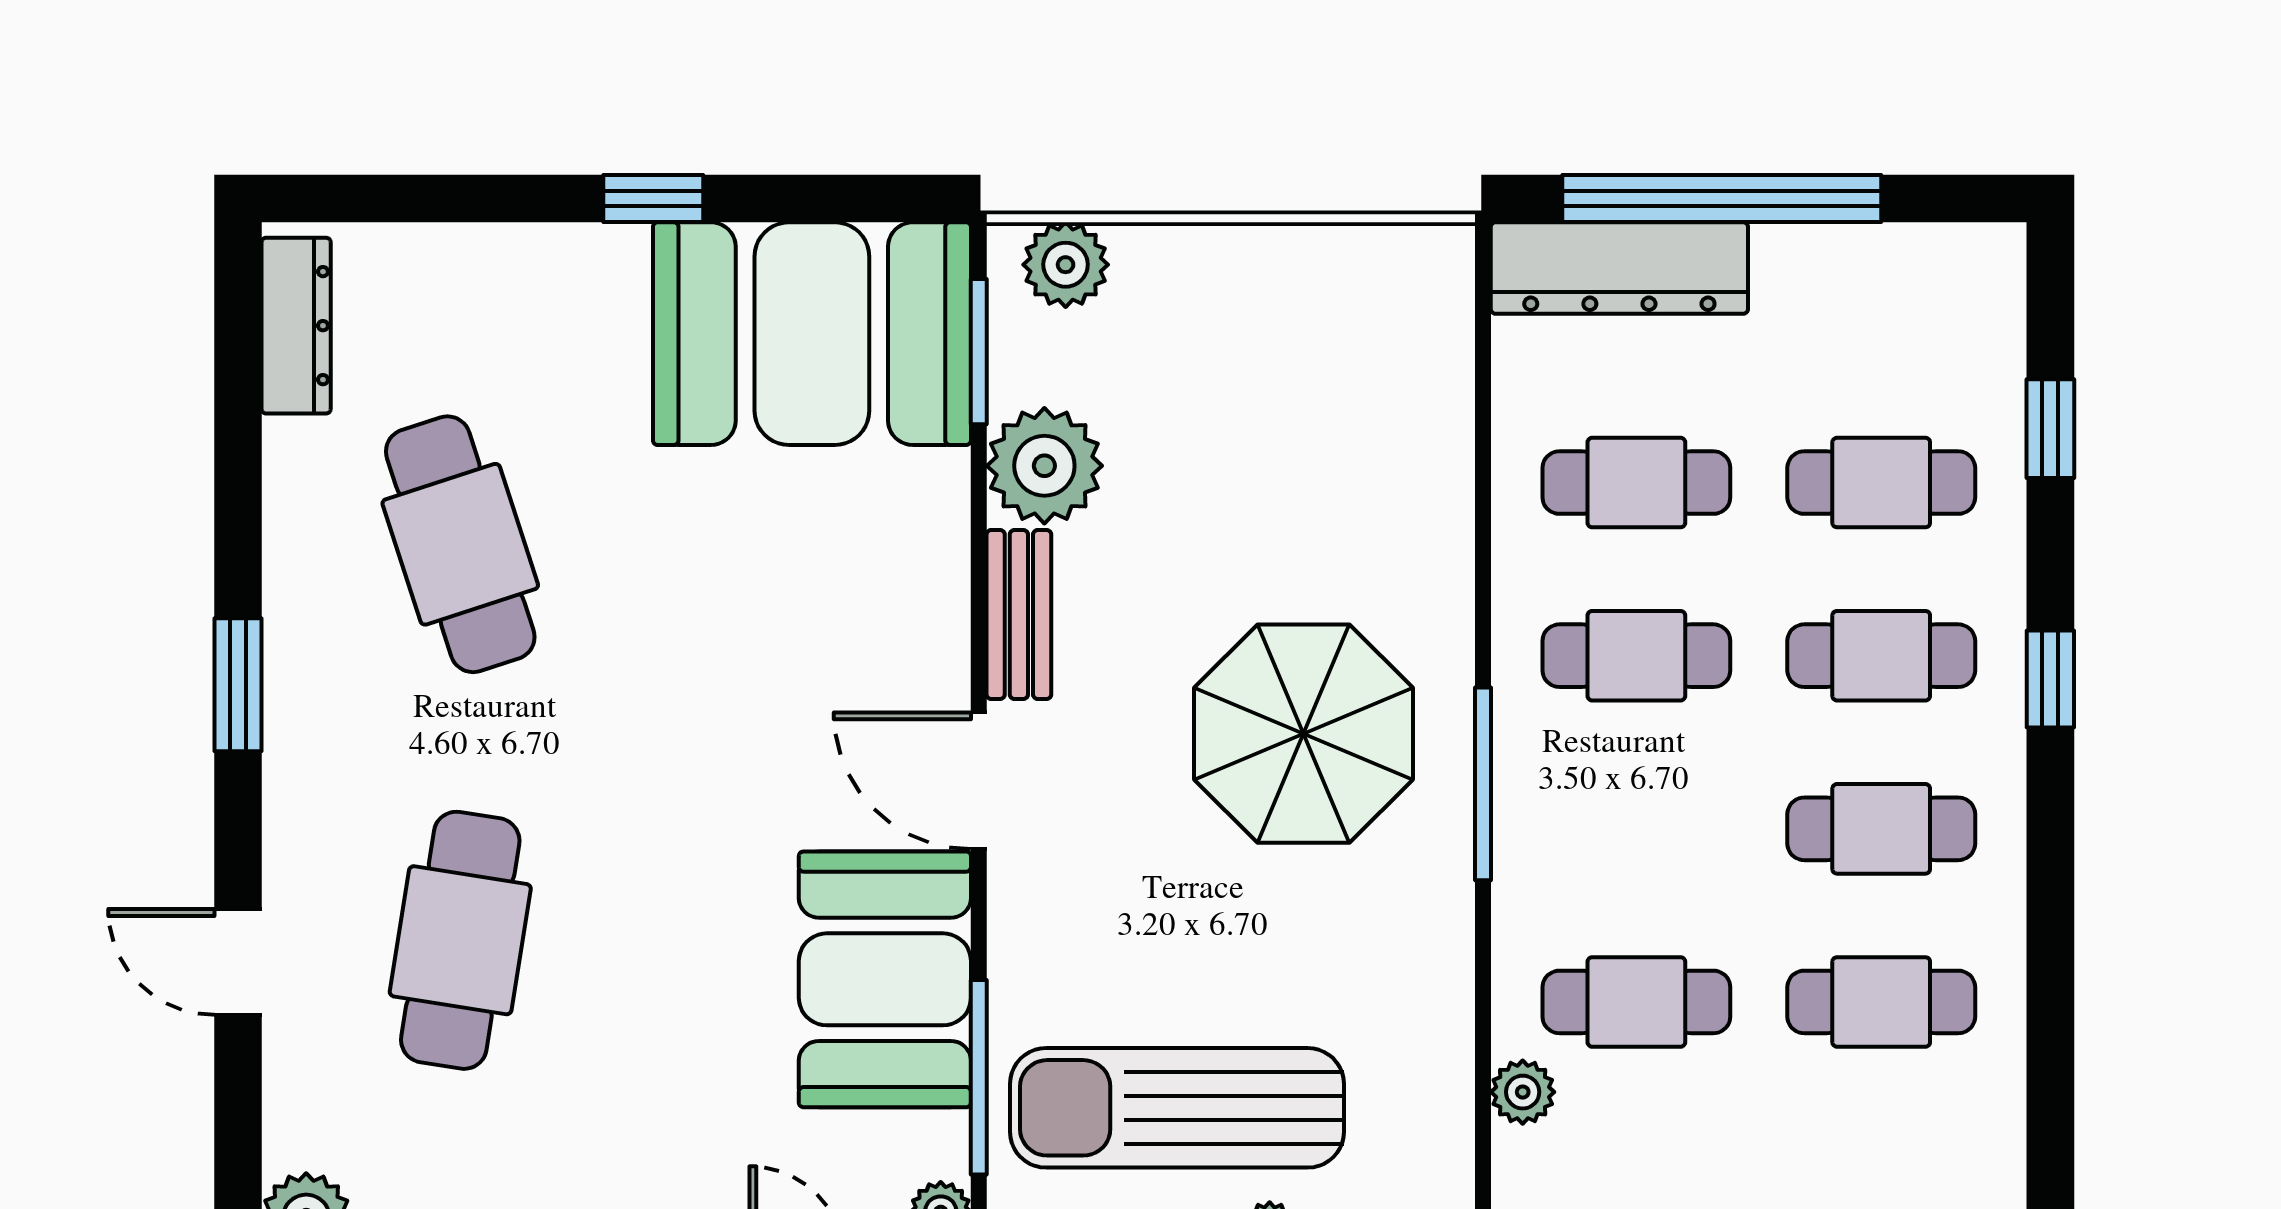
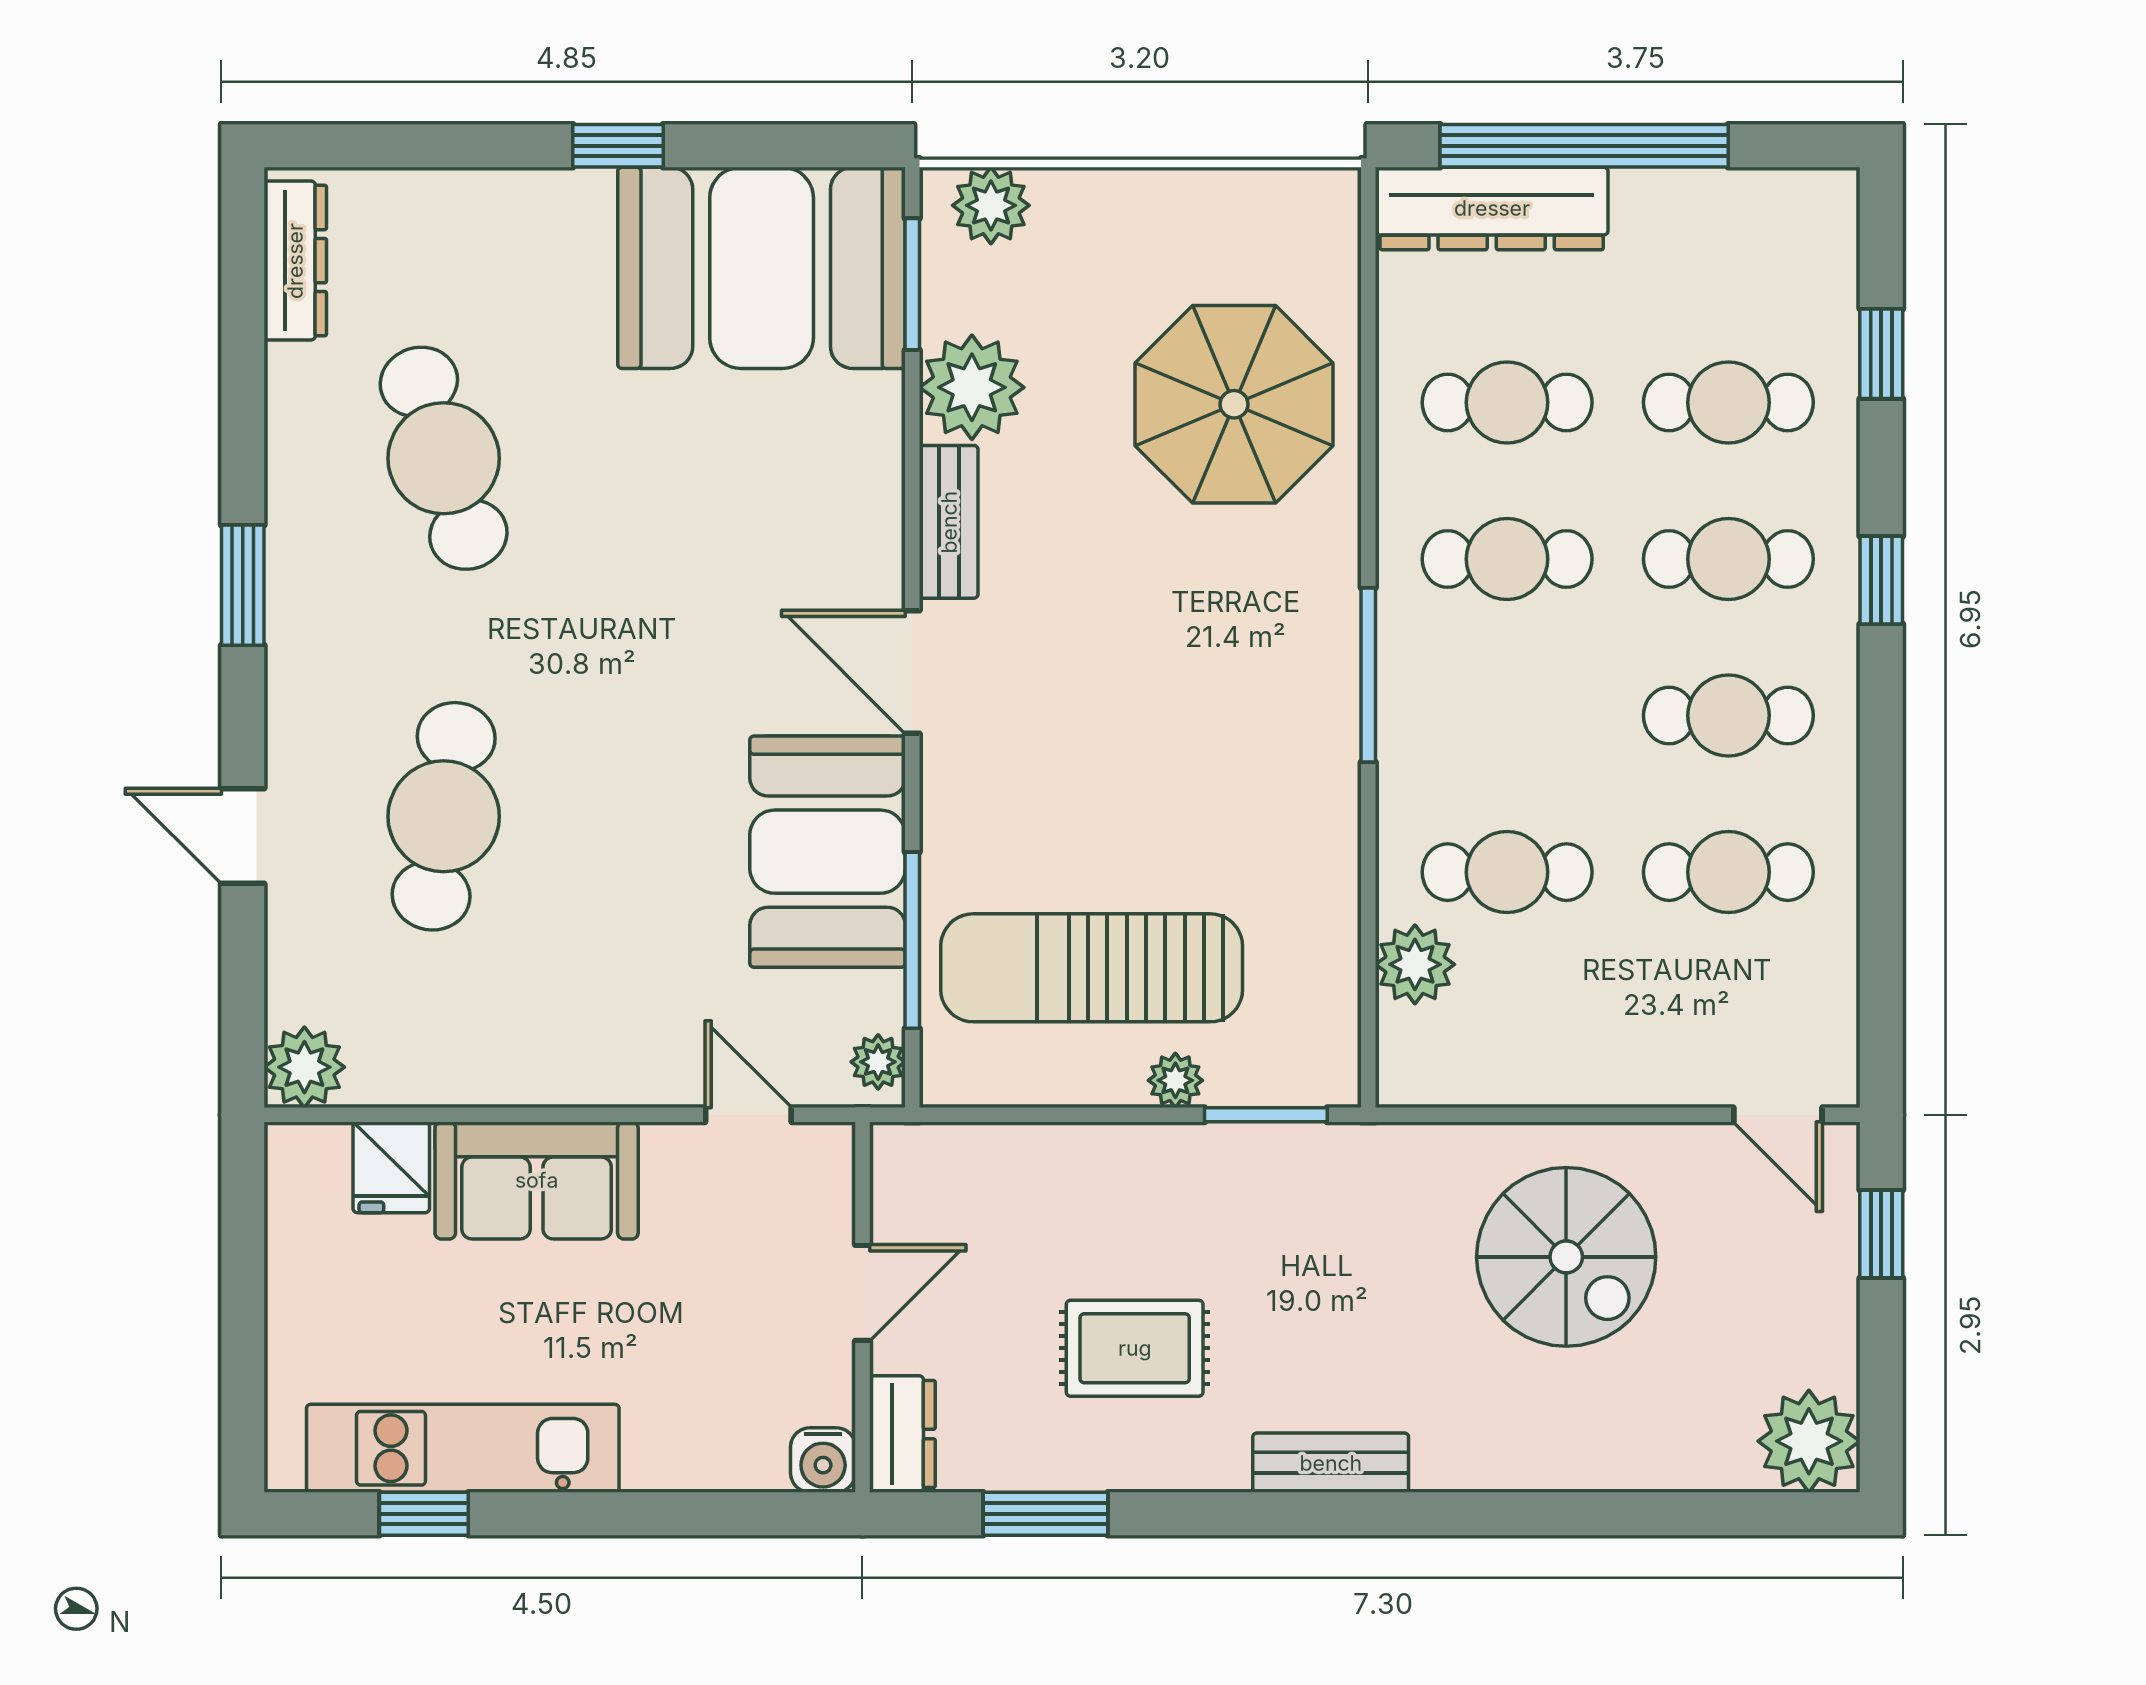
parasol: (1304, 734) -> (1234, 404), moved
plant: (1523, 1092) -> (1415, 964), width x1.38, depth x1.38

